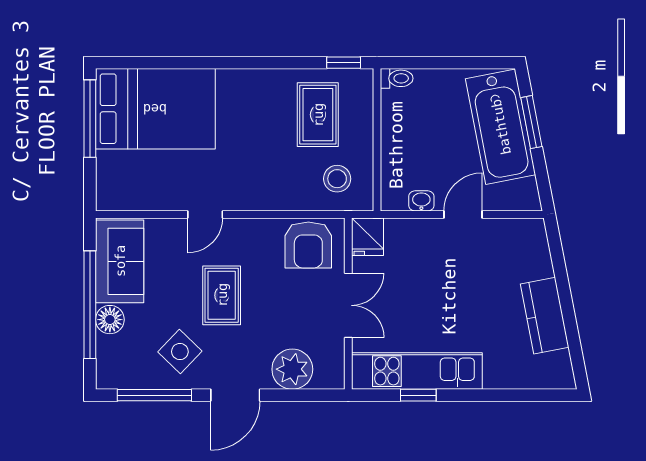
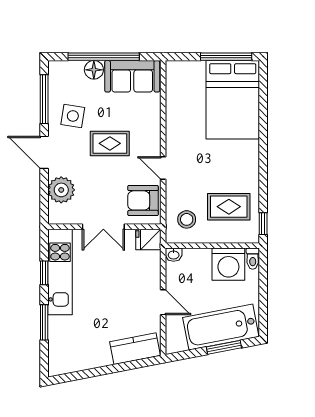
washing machine: (405, 115) -> (228, 264), added
washbasin: (421, 201) -> (174, 255), moved, turned 90
door: (205, 215) -> (163, 168), moved
kitchen counter: (545, 316) -> (135, 349), moved
side table: (180, 352) -> (73, 116), turned -35
window: (493, 395) -> (44, 322), added

